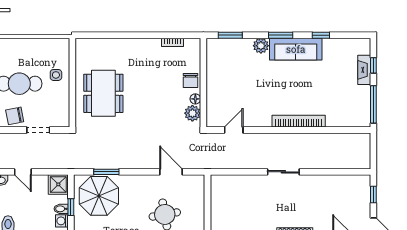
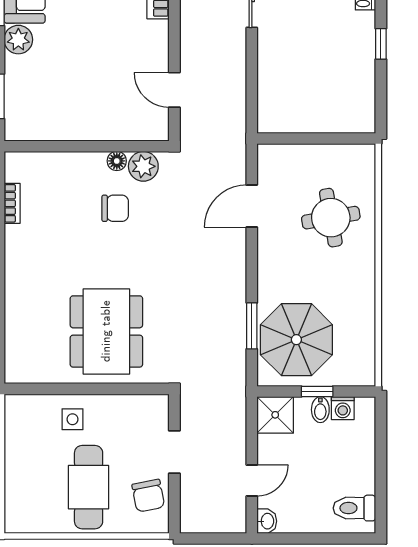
chair: (191, 80) -> (115, 208), moved
dining table: (103, 93) -> (106, 331), turned 90

